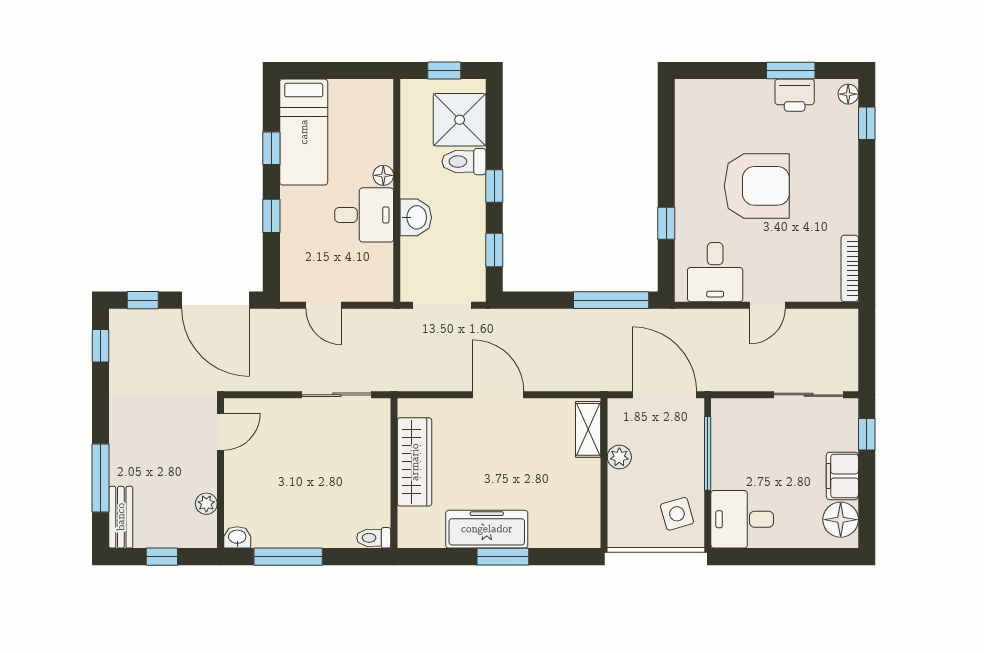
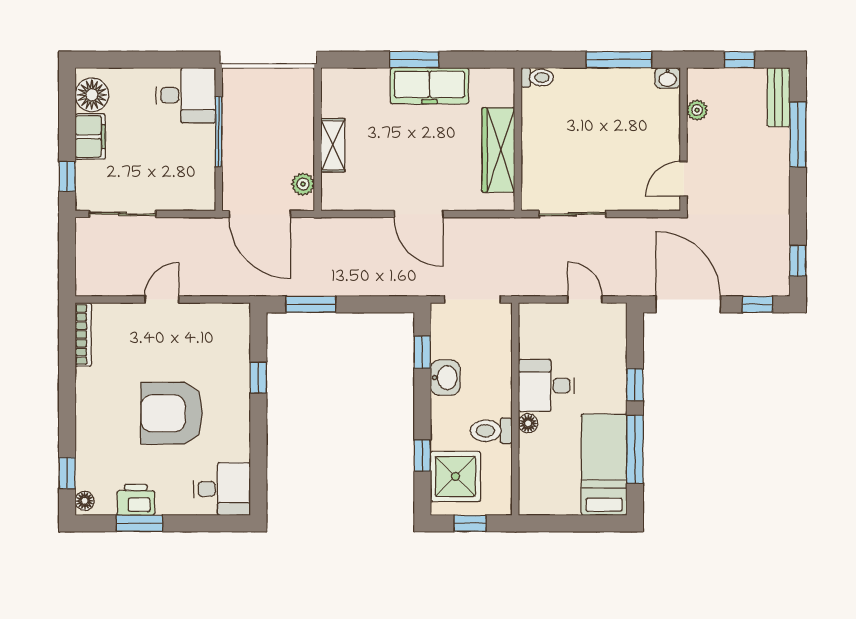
window: (271, 148) -> (635, 449), width x2.17
toilet: (464, 162) -> (491, 431), moved, turned 180
window: (494, 186) -> (422, 455), moved
washbasin: (416, 217) -> (445, 378), moved, turned 180
desk: (715, 272) -> (222, 489), moved, turned 90
window: (611, 300) -> (311, 304), width x0.69
shelving: (588, 429) -> (333, 145), moved
window: (708, 453) -> (219, 132), moved
plant: (619, 457) -> (303, 184), moved
side table: (677, 514) -> (248, 100), removed

